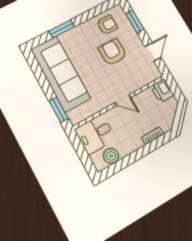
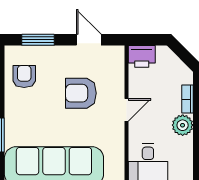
armchair: (113, 52) -> (81, 93), moved
plant: (111, 156) -> (183, 125), moved

